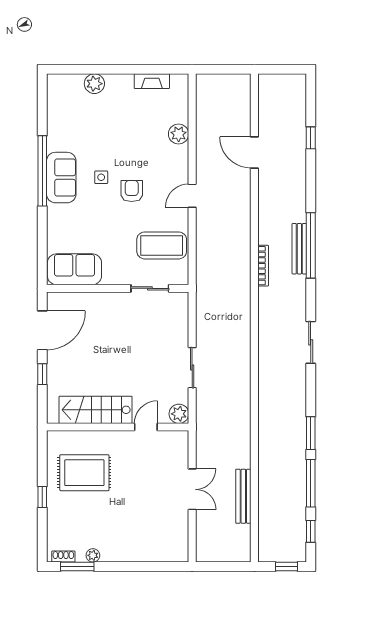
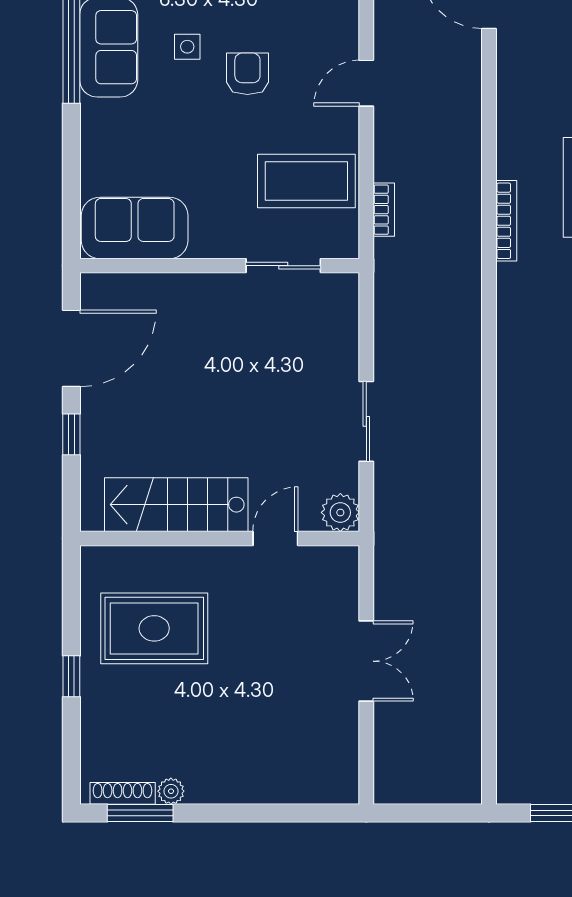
bookcase: (201, 260) -> (384, 210), added
bench: (243, 496) -> (467, 675), removed
shoe rack: (63, 556) -> (123, 793), width x1.43

